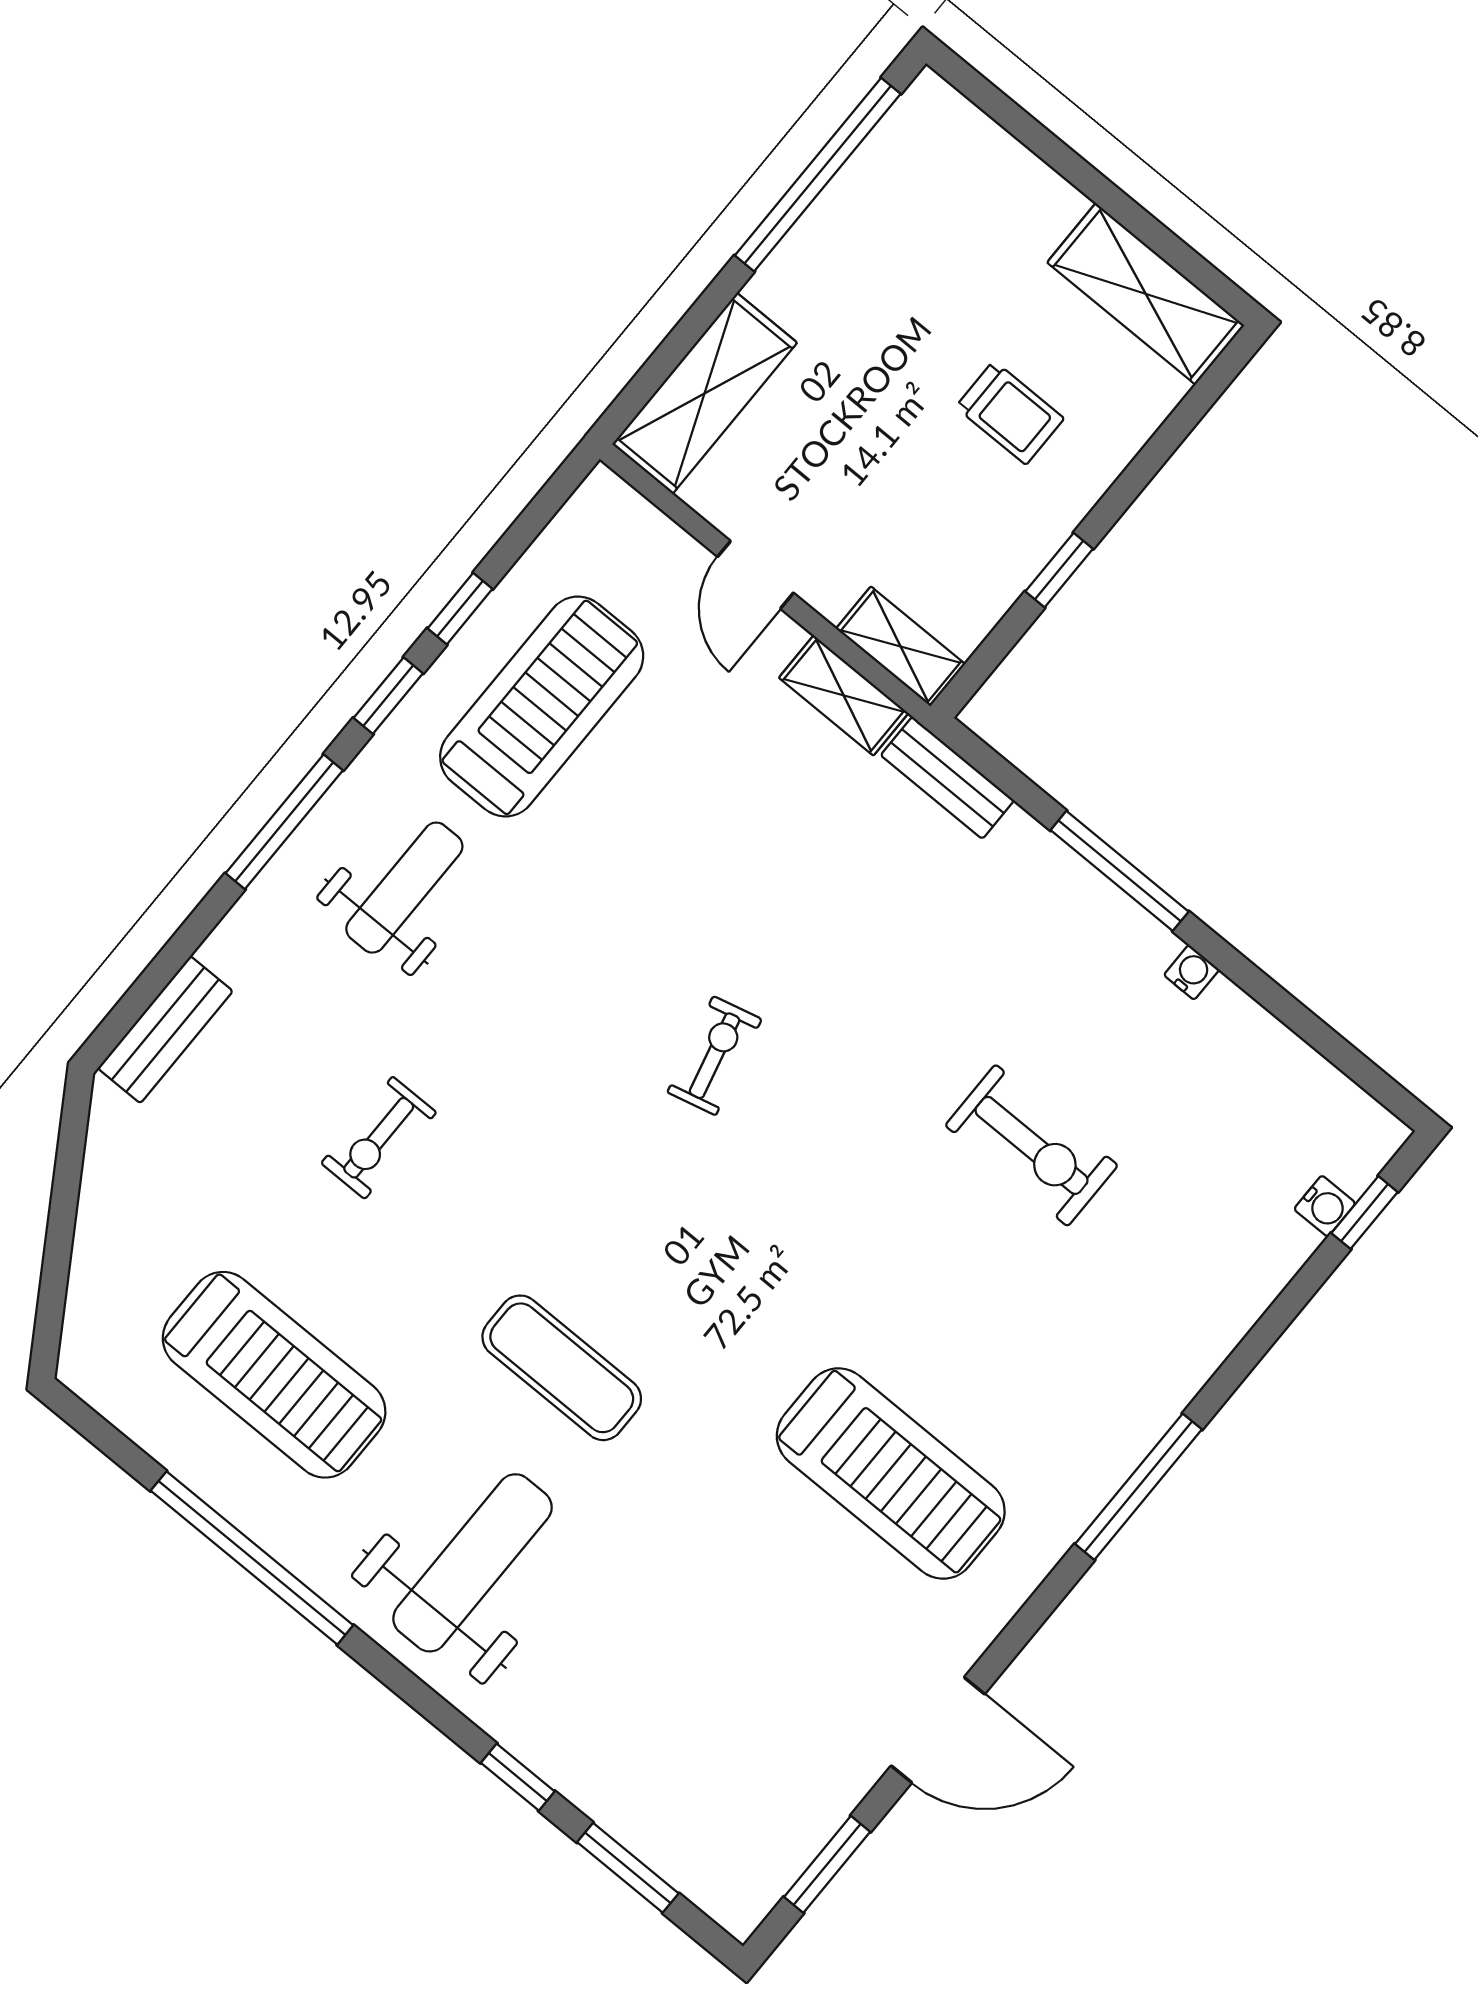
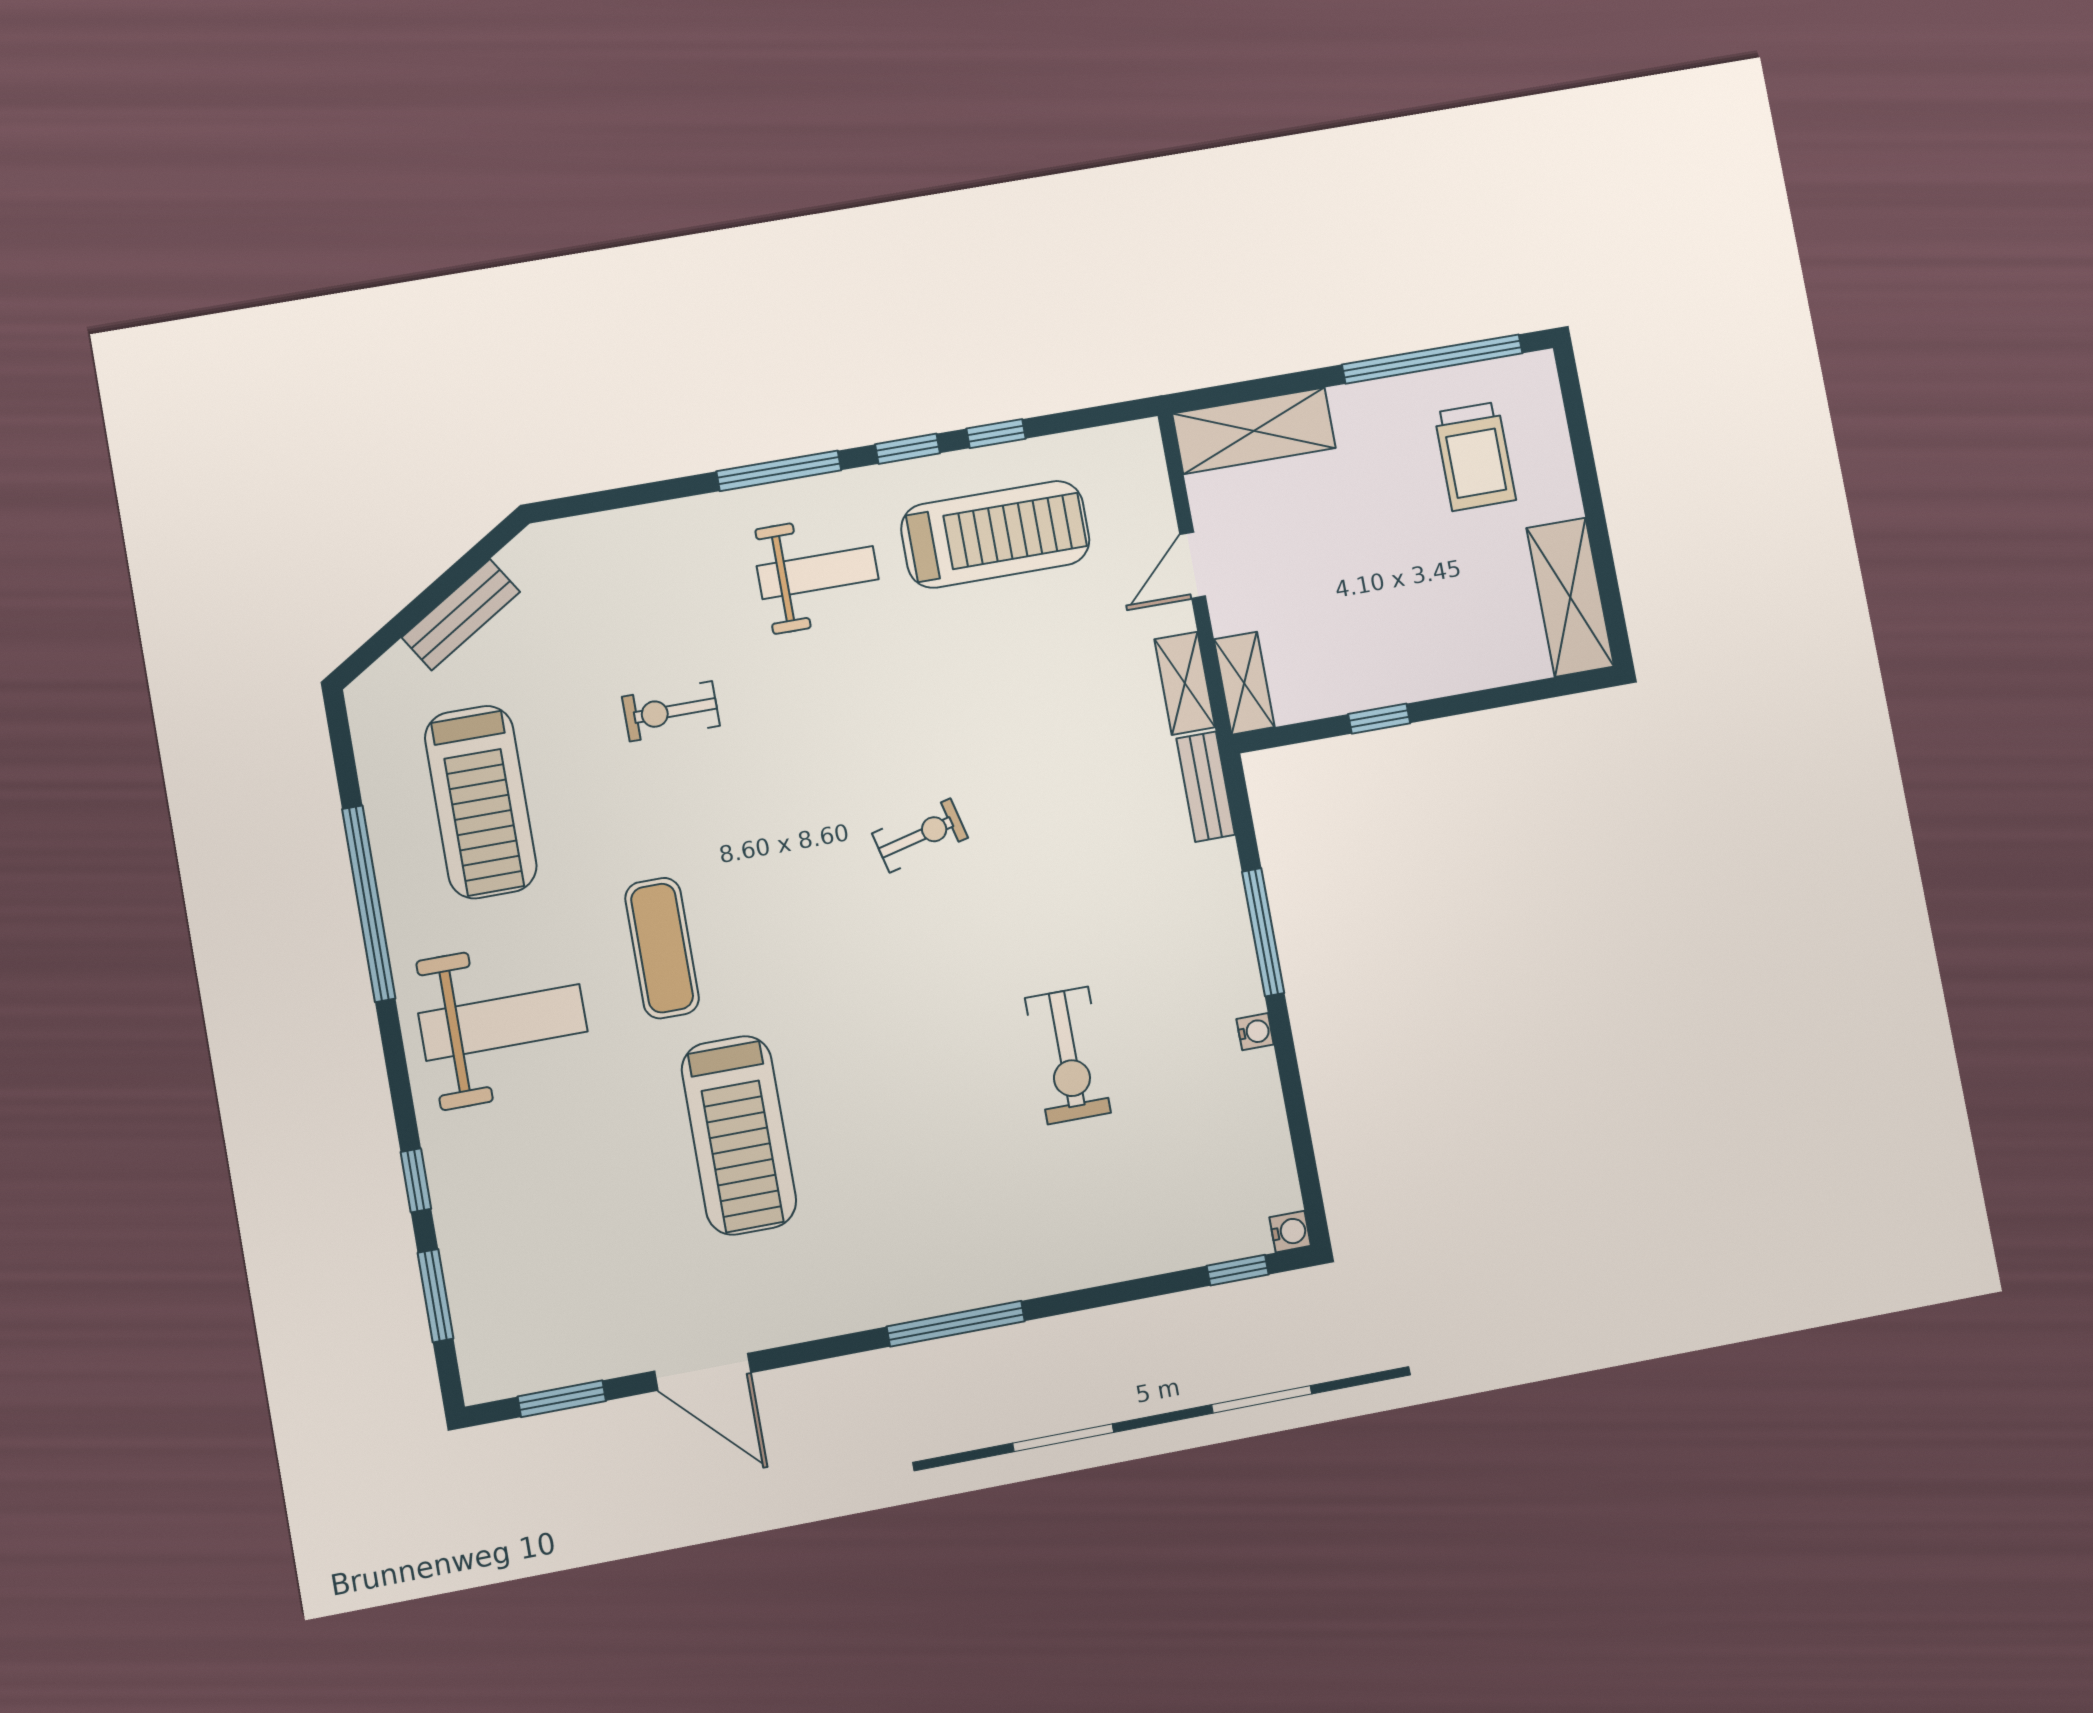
trolley: (1010, 413) -> (1475, 456), moved, width x1.36, depth x1.39
bench: (165, 1030) -> (461, 615), moved, turned -32
water cooler: (1325, 1206) -> (1290, 1232), moved, turned -90
treadmill: (891, 1474) -> (739, 1135), moved

